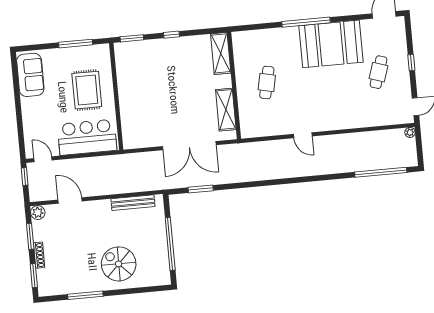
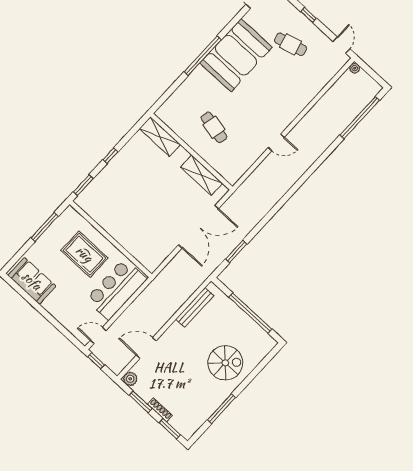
cafe table: (379, 72) -> (291, 44), turned -33
spiral stairs: (119, 264) -> (225, 363), turned 180

